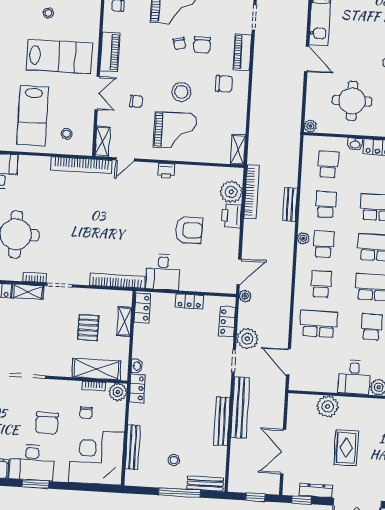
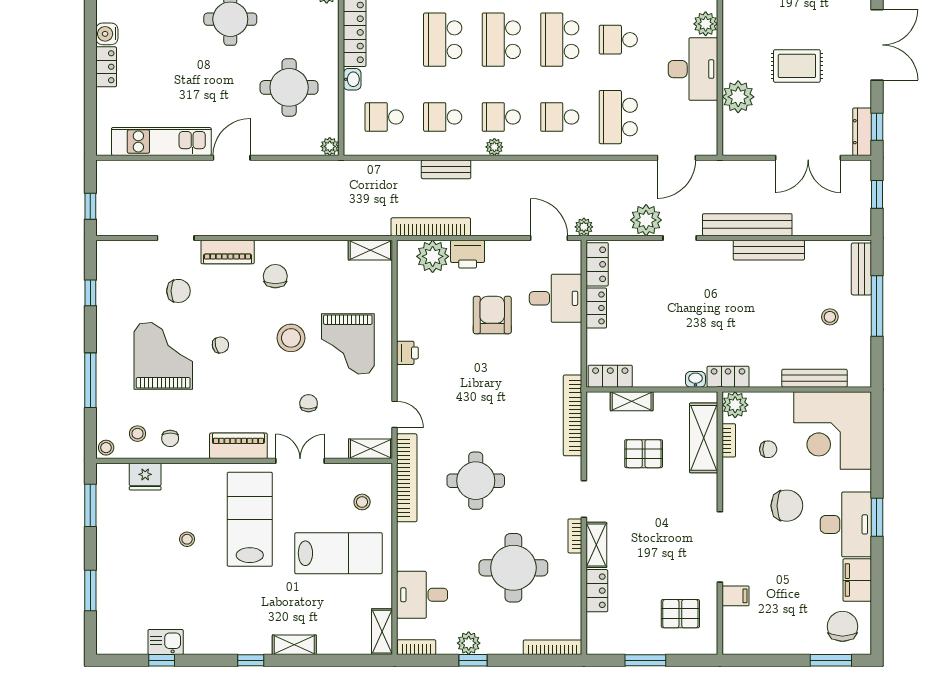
chair: (202, 45) -> (178, 291), moved
grand piano: (175, 130) -> (348, 344), turned 180
round table: (77, 212) -> (476, 481), added
desk: (163, 272) -> (556, 298), moved
locker: (227, 322) -> (597, 264), moved, turned -90
desk: (354, 377) -> (693, 69), width x1.37
dresser: (316, 491) -> (862, 132), moved

